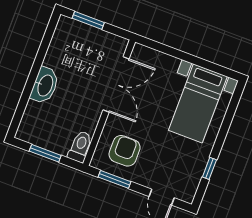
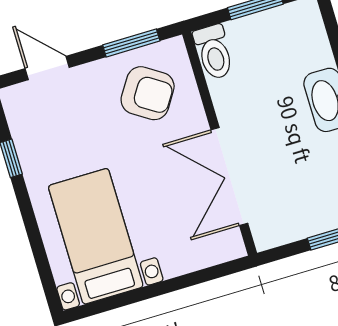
armchair: (125, 151) -> (148, 93), turned -57

